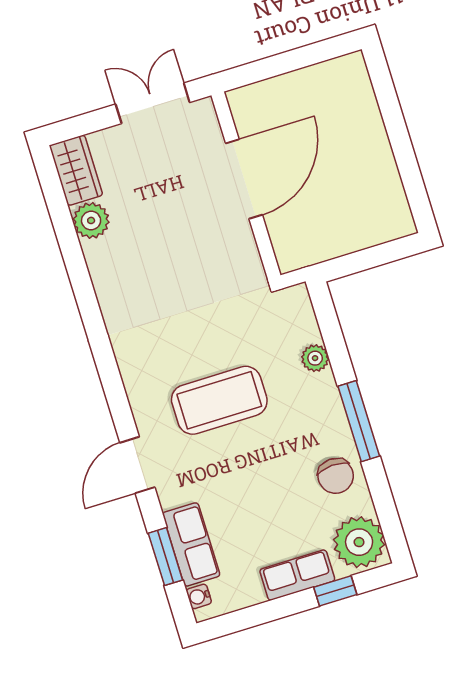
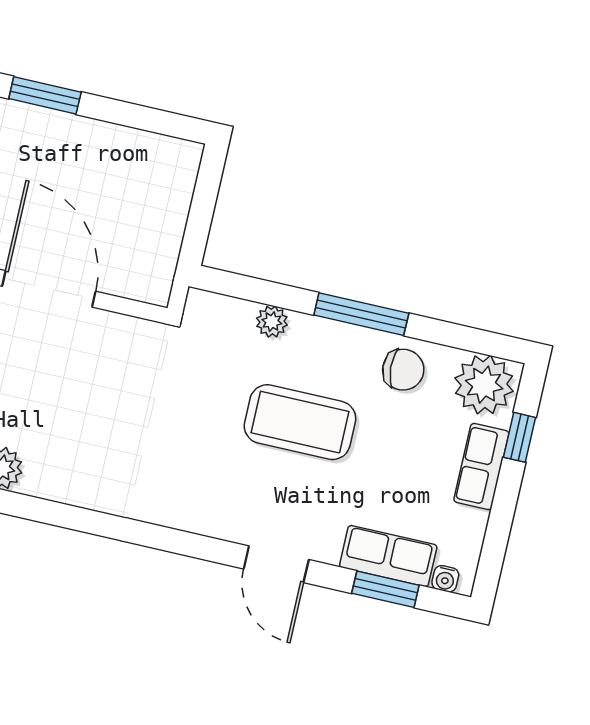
window: (386, 94) -> (45, 95), added
coffee table: (219, 400) -> (300, 422), moved, turned 90

